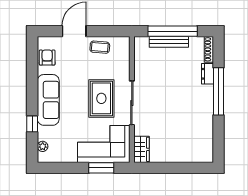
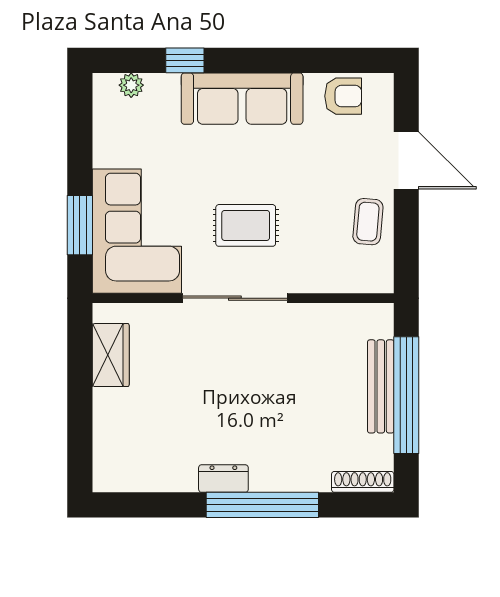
dresser: (207, 74) -> (223, 479), moved
rug: (101, 98) -> (246, 225), width x0.73, depth x0.70
wardrobe: (142, 149) -> (111, 355), moved, turned -90

